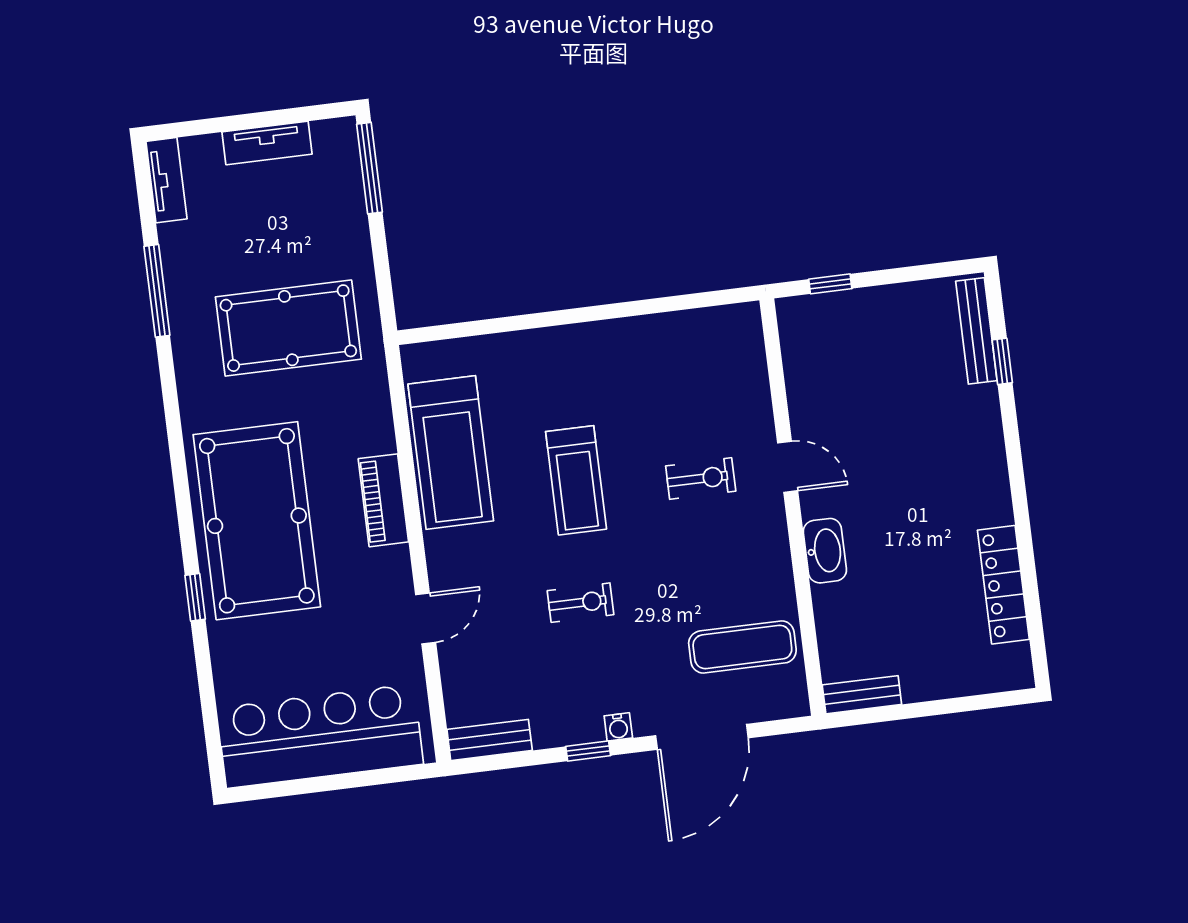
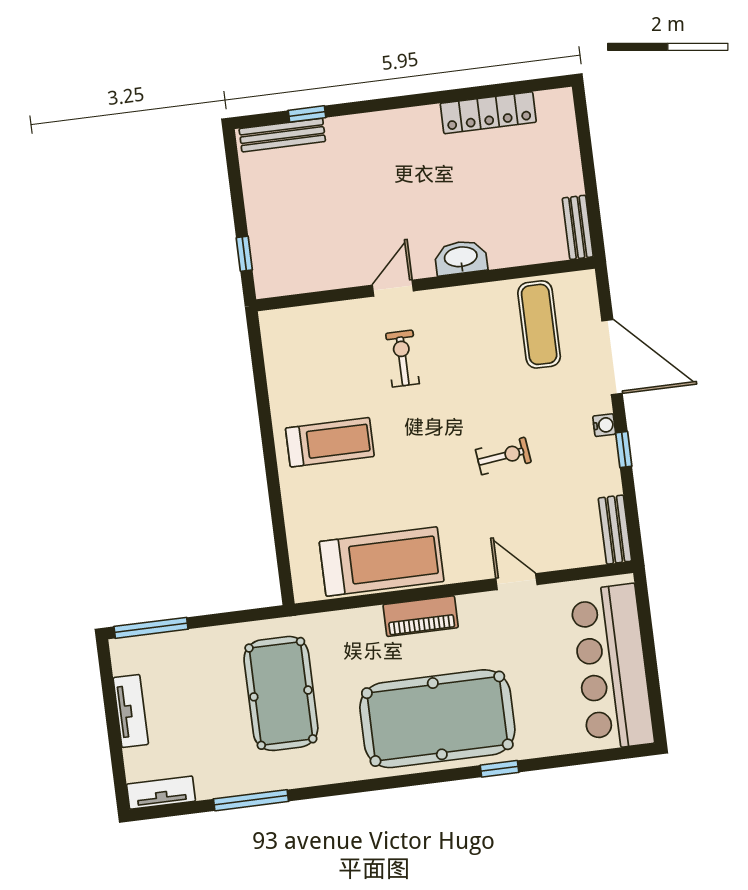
treadmill: (576, 480) -> (330, 442), moved
exercise bike: (581, 603) -> (503, 456), turned 83

